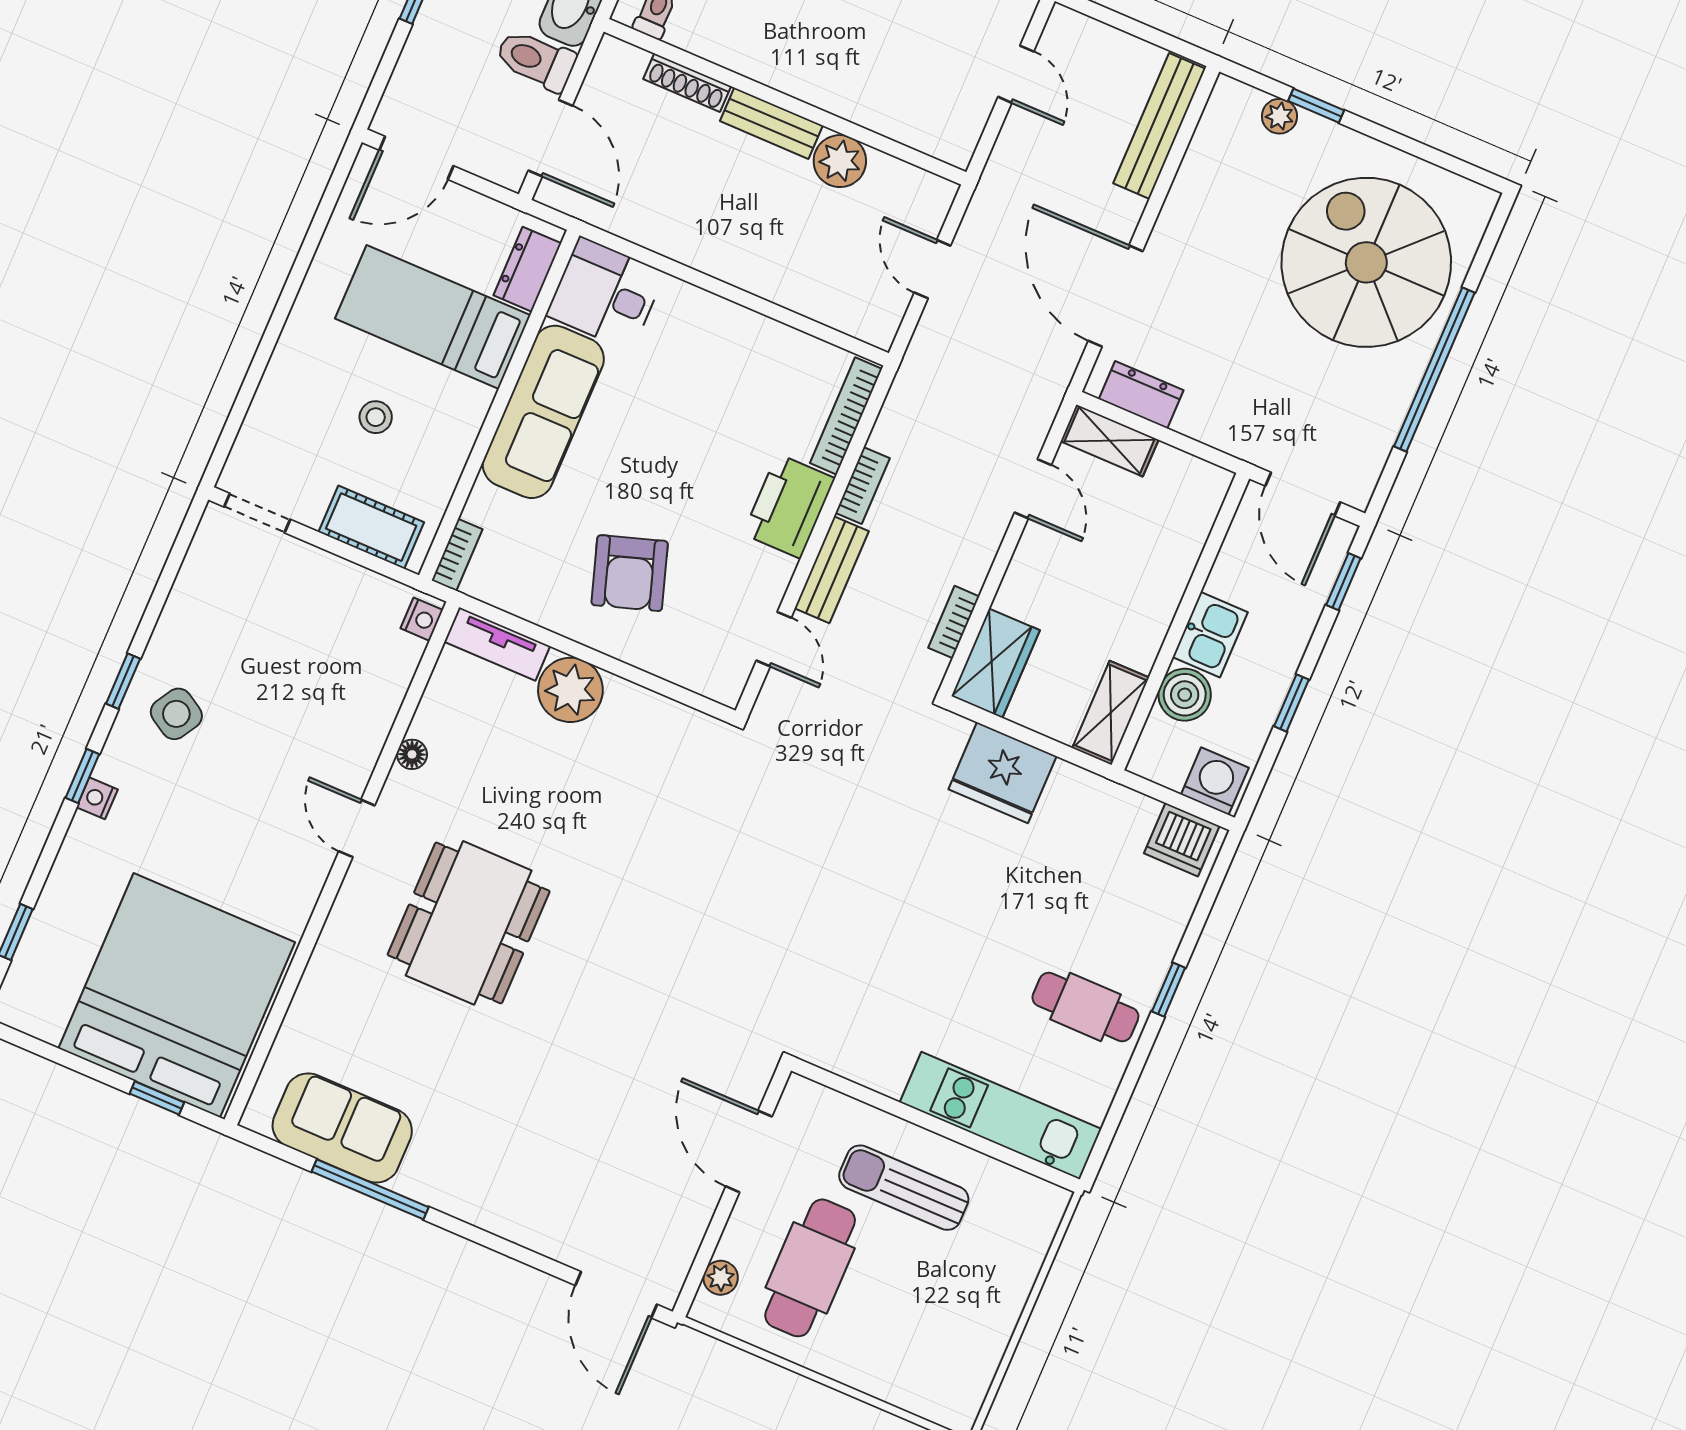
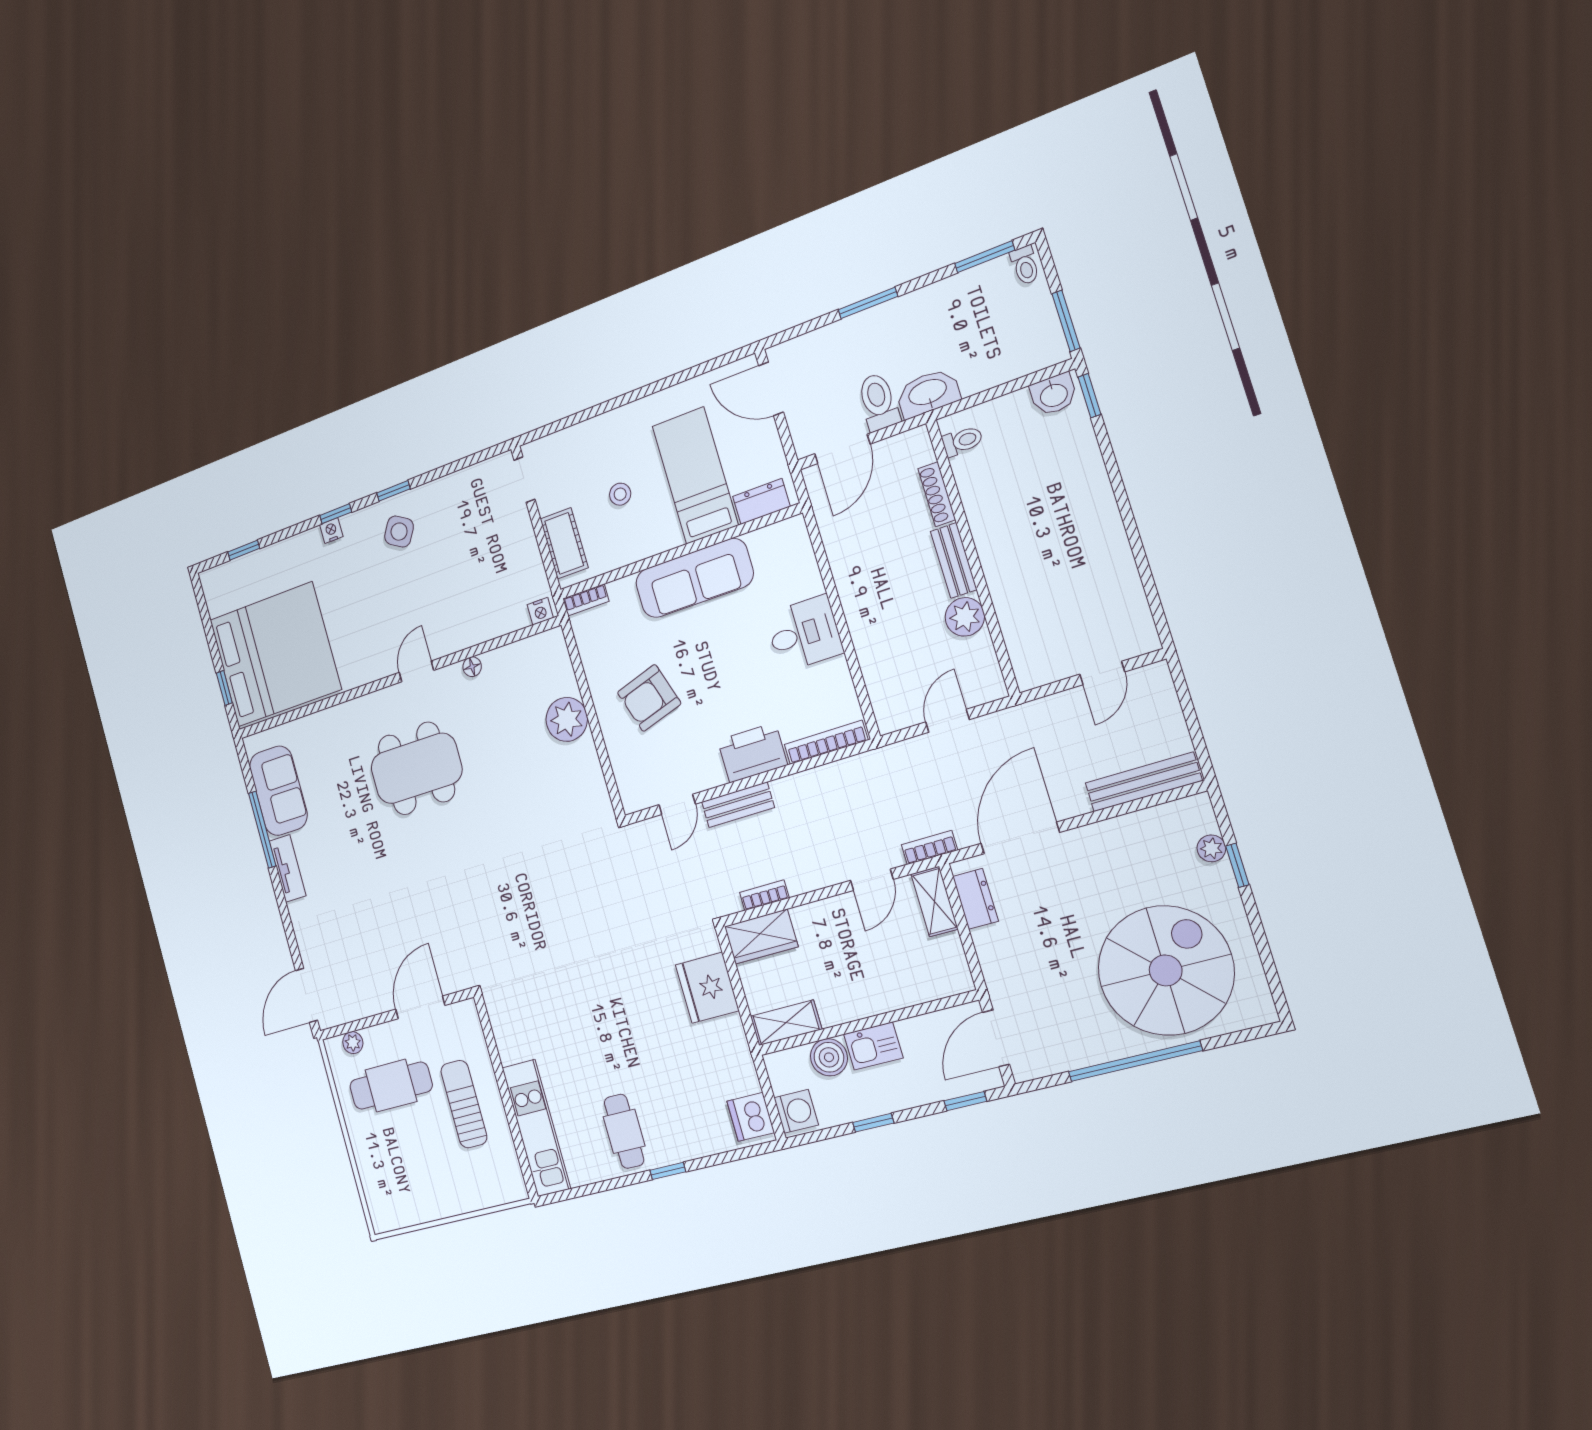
desk: (606, 294) -> (804, 634), moved, turned 90
bookcase: (863, 485) -> (929, 847), moved, turned 180
tv unit: (497, 644) -> (288, 868), moved, turned 180

